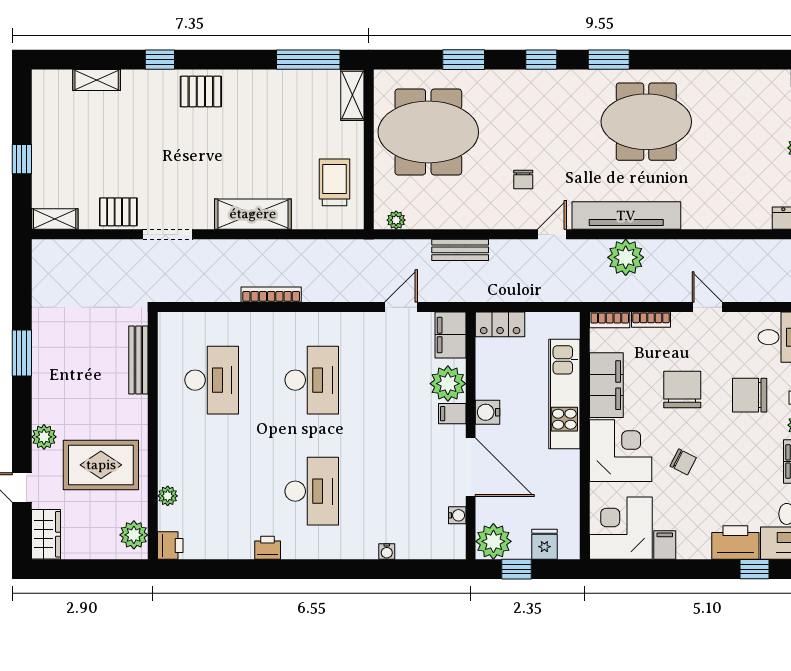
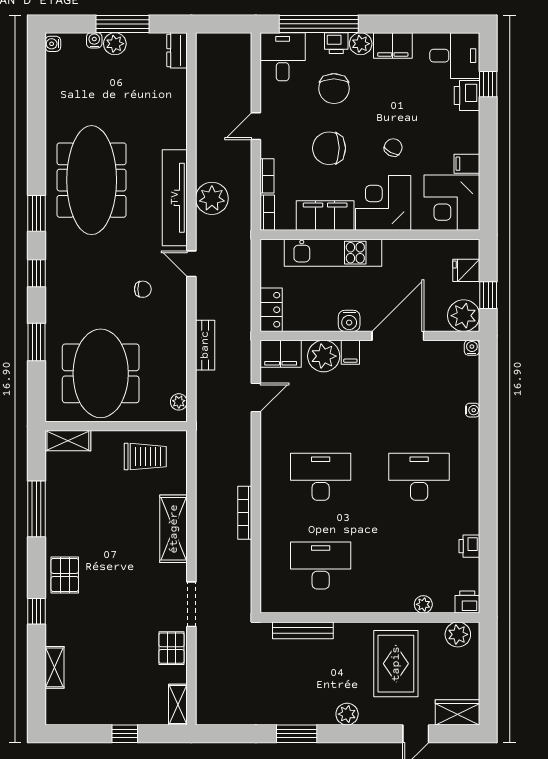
window: (308, 60) -> (37, 509), moved
meeting table: (646, 122) -> (92, 180), width x1.36
trolley: (334, 182) -> (145, 457), turned 180
door: (401, 307) -> (256, 398), swing flipped
plant: (44, 437) -> (347, 714), moved
water cooler: (457, 515) -> (472, 348), moved
printer: (735, 542) -> (467, 96), width x0.73, depth x0.84
printer: (268, 548) -> (469, 546), moved

